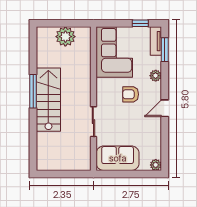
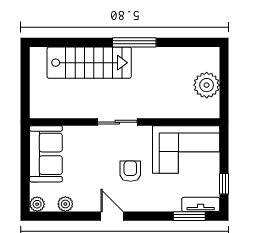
plant: (156, 76) -> (65, 204), moved
stairs: (48, 100) -> (89, 63), moved
sliding door: (93, 122) -> (117, 122), moved

